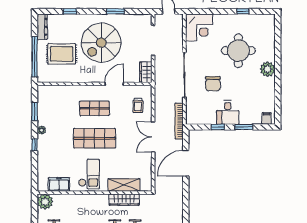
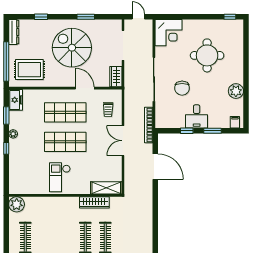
window: (243, 11) -> (230, 17), moved
spiral stairs: (101, 43) -> (72, 48), turned 90
rug: (62, 54) -> (29, 70), moved
plant: (268, 69) -> (236, 91), moved
door: (114, 84) -> (85, 88), hinge flipped
shop shelf: (95, 108) -> (65, 112), width x1.43, depth x1.36
door: (186, 163) -> (155, 167), swing flipped
checkout: (89, 174) -> (60, 177), turned 180
freezer: (59, 184) -> (16, 100), moved, turned 90
shelving: (124, 185) -> (106, 188), moved

